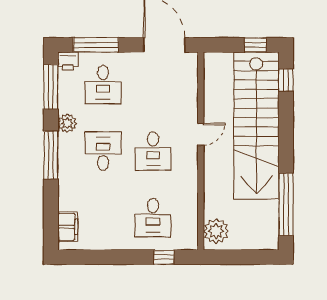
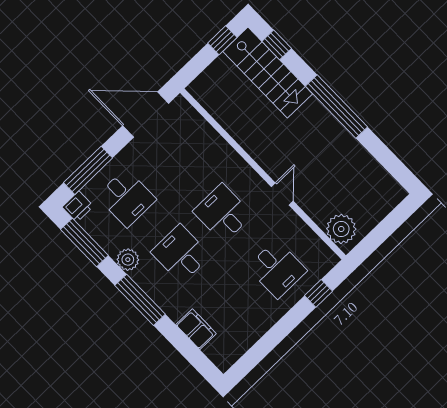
stairs: (256, 126) -> (268, 73), width x0.54, depth x0.66
door: (201, 134) -> (282, 194), moved
desk: (153, 151) -> (223, 213), turned 180
window: (286, 204) -> (336, 107), moved
filing cabinet: (68, 227) -> (196, 329), moved

